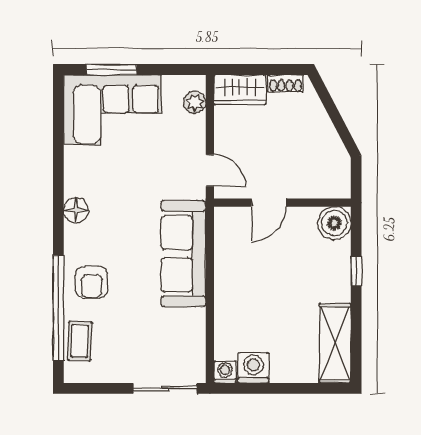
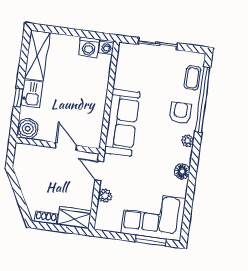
plant: (195, 102) -> (105, 196), moved
door: (269, 203) -> (66, 147), hinge flipped
floor lamp: (76, 210) -> (182, 171), moved
plant: (74, 238) -> (188, 141), added
kitchen sink: (335, 280) -> (32, 94), added
sliding door: (165, 388) -> (158, 44), moved

